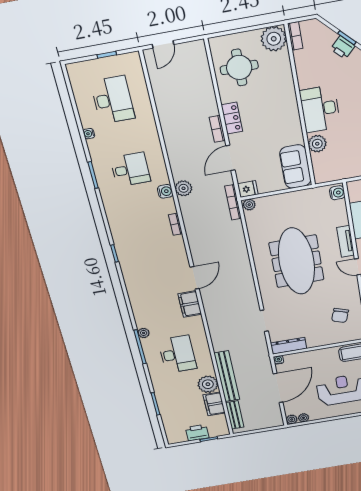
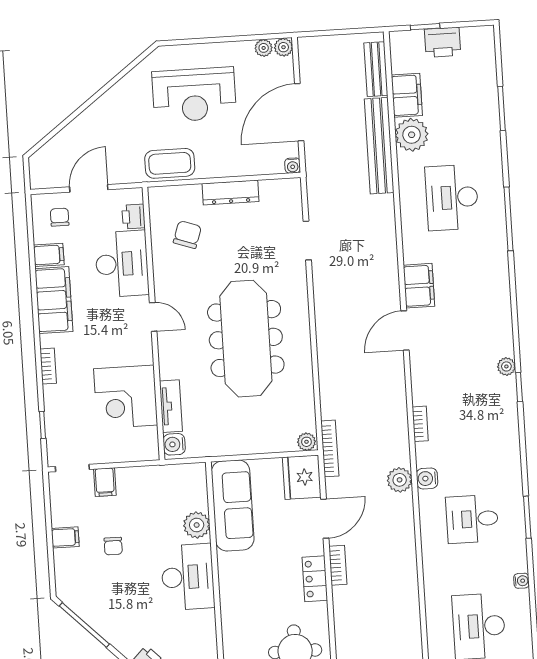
sofa: (295, 167) -> (233, 505), width x1.36
fridge: (248, 189) -> (302, 477), width x1.88, depth x1.34
tv unit: (346, 241) -> (171, 406), moved
plant: (144, 333) -> (506, 366), moved
dresser: (289, 346) -> (231, 193), moved

